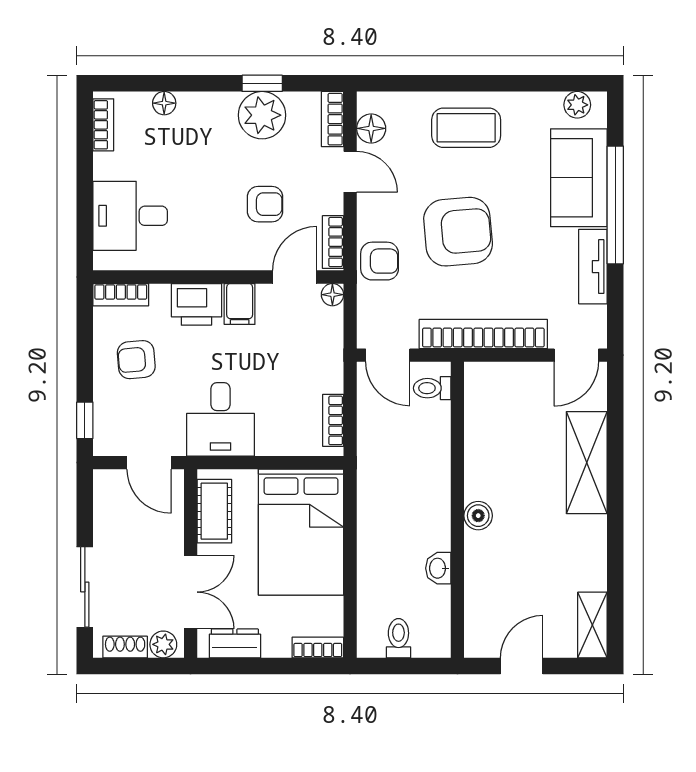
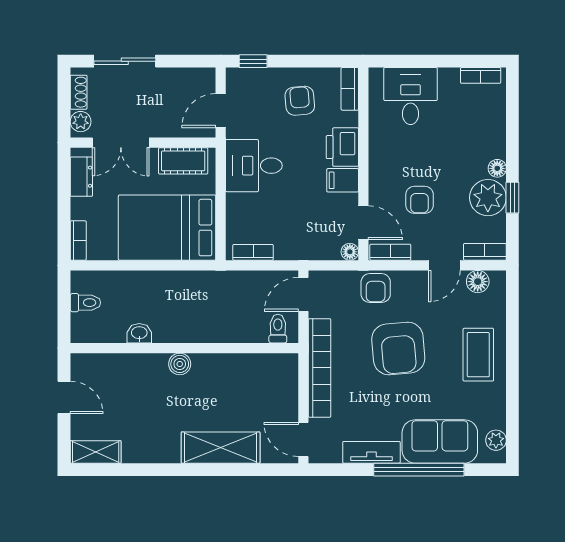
floor lamp: (164, 103) -> (497, 168), moved

